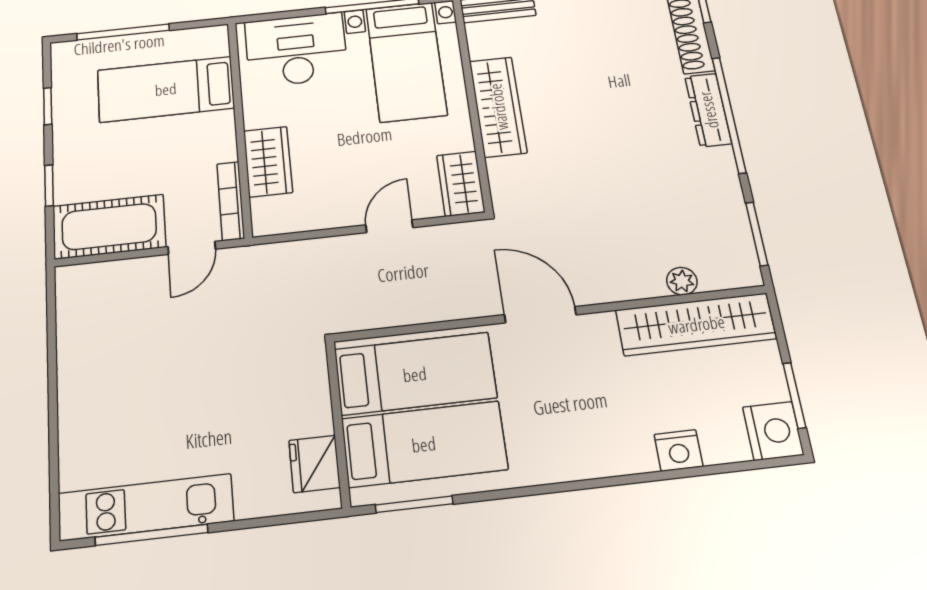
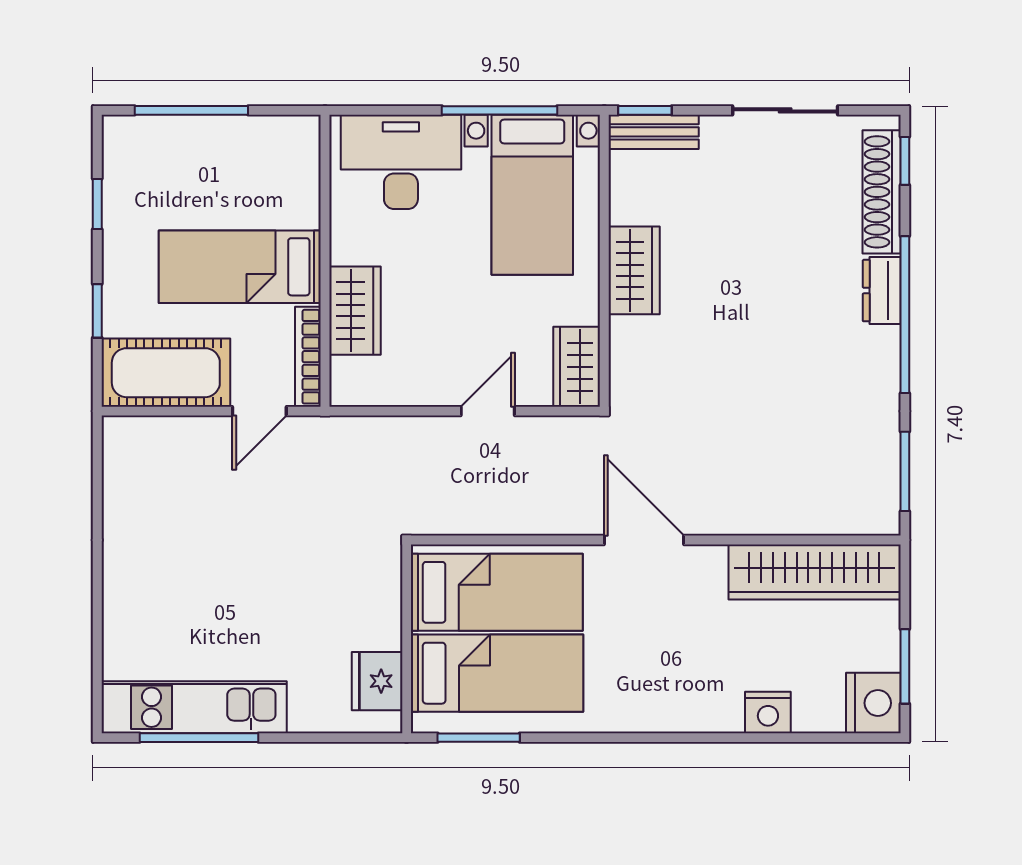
bed: (166, 89) -> (240, 267), moved
wardrobe: (498, 107) -> (634, 270), width x0.67
dresser: (708, 110) -> (882, 291), width x0.70
plant: (682, 281) -> (809, 519), removed

